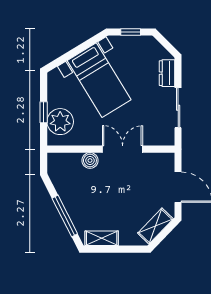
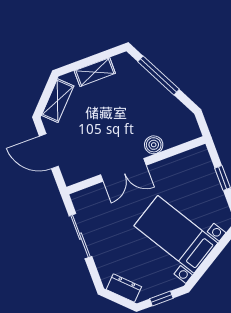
dresser: (167, 73) -> (124, 288), moved, turned -45
plant: (60, 122) -> (201, 175), removed
shelving: (102, 238) -> (95, 72), moved

